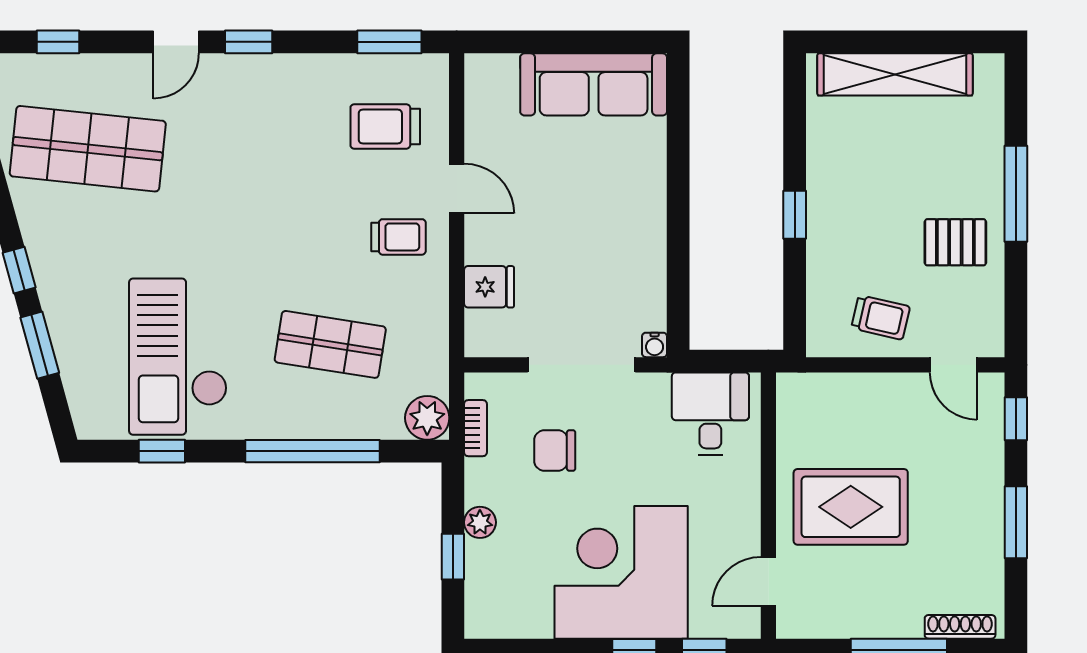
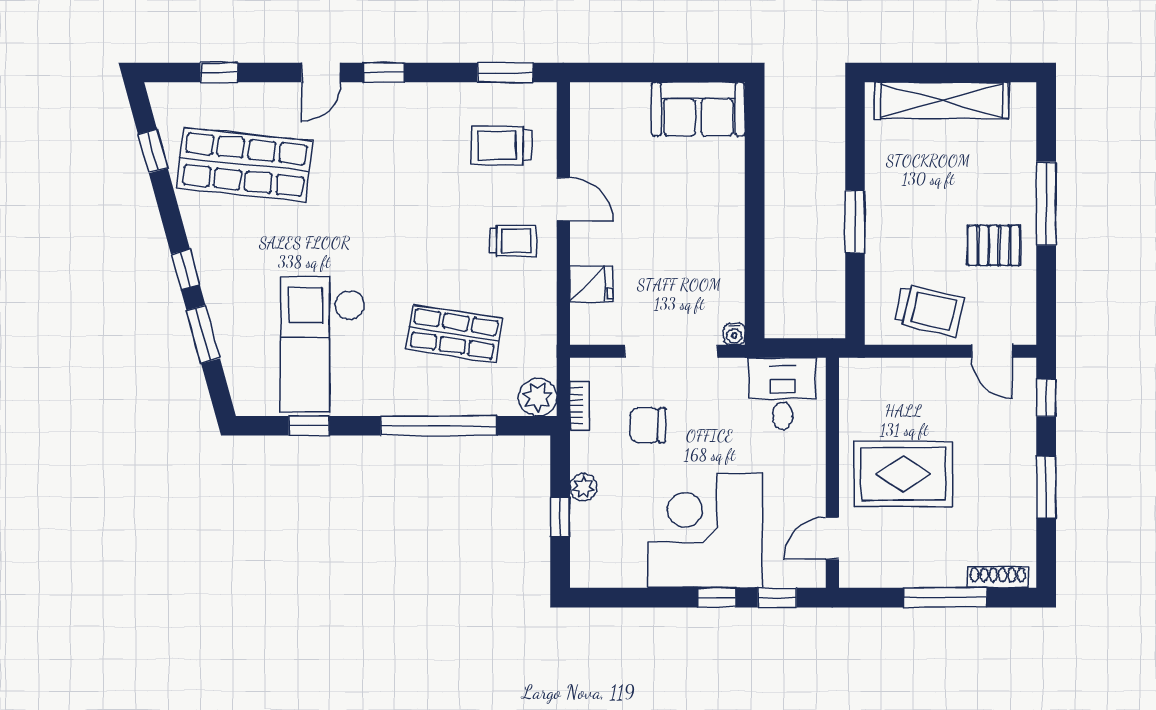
sofa: (594, 84) -> (698, 109), width x0.73
window: (795, 215) -> (855, 222), width x1.50
trolley: (881, 317) -> (929, 310), width x1.36, depth x1.39

